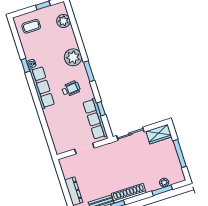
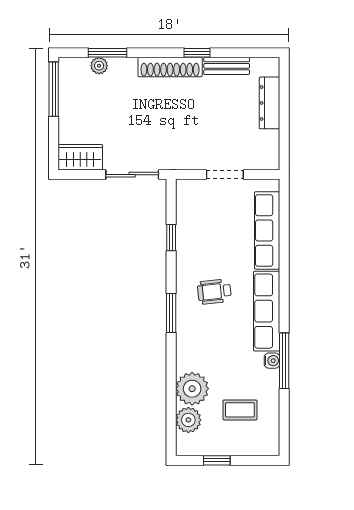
coffee table: (31, 26) -> (240, 410), moved
plant: (73, 57) -> (192, 389), moved
window: (25, 66) -> (284, 361), width x2.17
row of seats: (95, 119) -> (267, 230), moved, turned 180
window: (180, 154) -> (54, 89), moved

